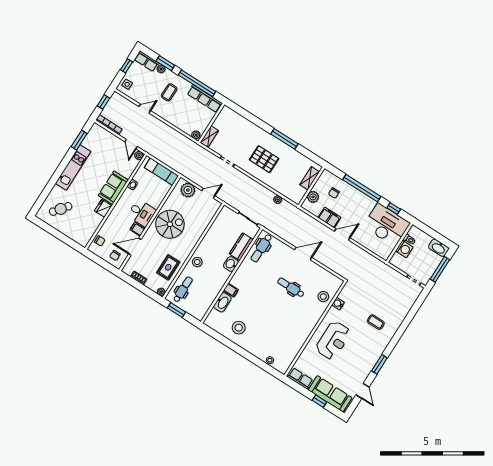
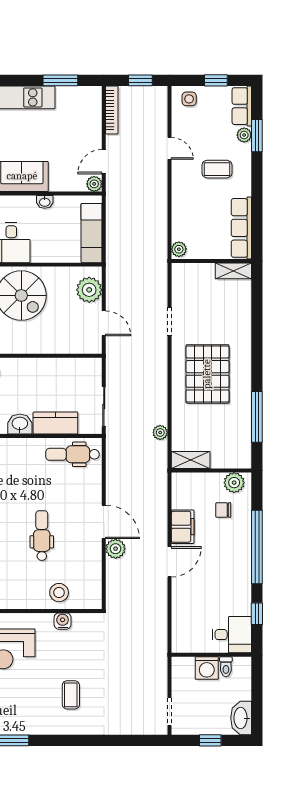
window: (197, 83) -> (257, 202), removed
shelving: (209, 136) -> (233, 271), moved
window: (284, 139) -> (257, 417), moved
pallet: (264, 159) -> (207, 374), width x1.37, depth x1.41
shelving: (310, 178) -> (191, 460), moved
plant: (313, 197) -> (234, 483), moved
desk: (386, 225) -> (232, 635), width x0.53, depth x0.77
door: (342, 234) -> (169, 562), hinge flipped
plant: (320, 256) -> (116, 549), added
window: (440, 269) -> (210, 740), width x0.46

